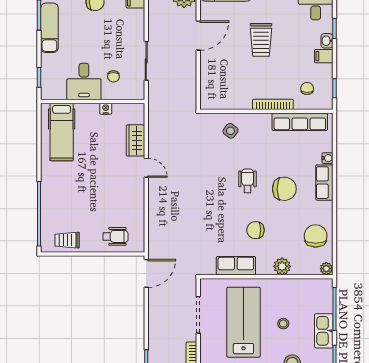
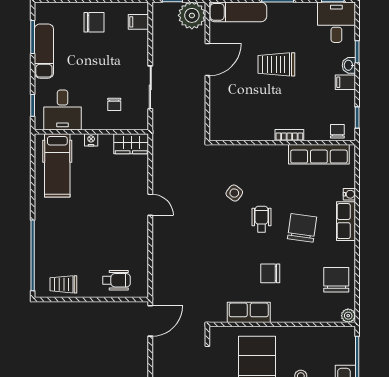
trolley: (261, 40) -> (276, 64), turned 90
desk: (84, 81) -> (63, 110), moved
chair: (307, 88) -> (337, 131), moved
bookcase: (273, 104) -> (289, 135), width x0.64
nightstand: (106, 109) -> (91, 140), moved
side table: (231, 131) -> (234, 193), moved
wardrobe: (135, 140) -> (131, 144), moved, turned -90
chair: (284, 189) -> (302, 228), turned -82
plant: (282, 266) -> (300, 313), removed

